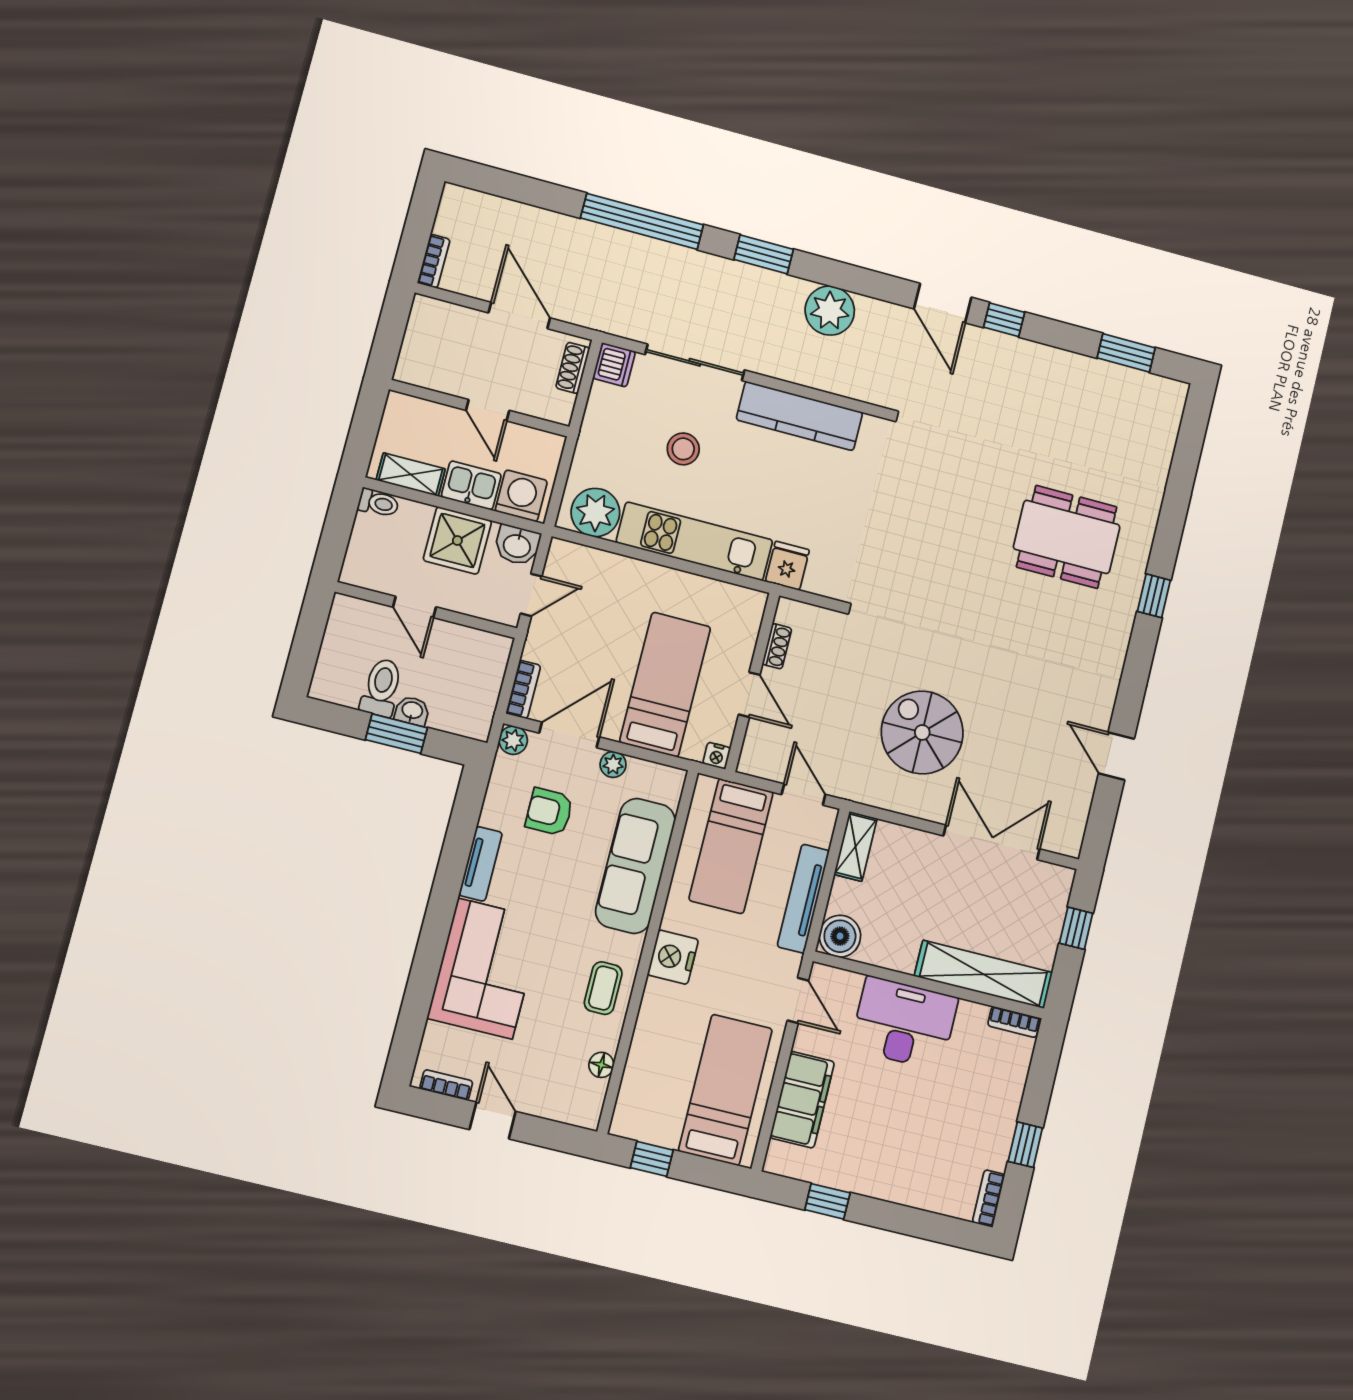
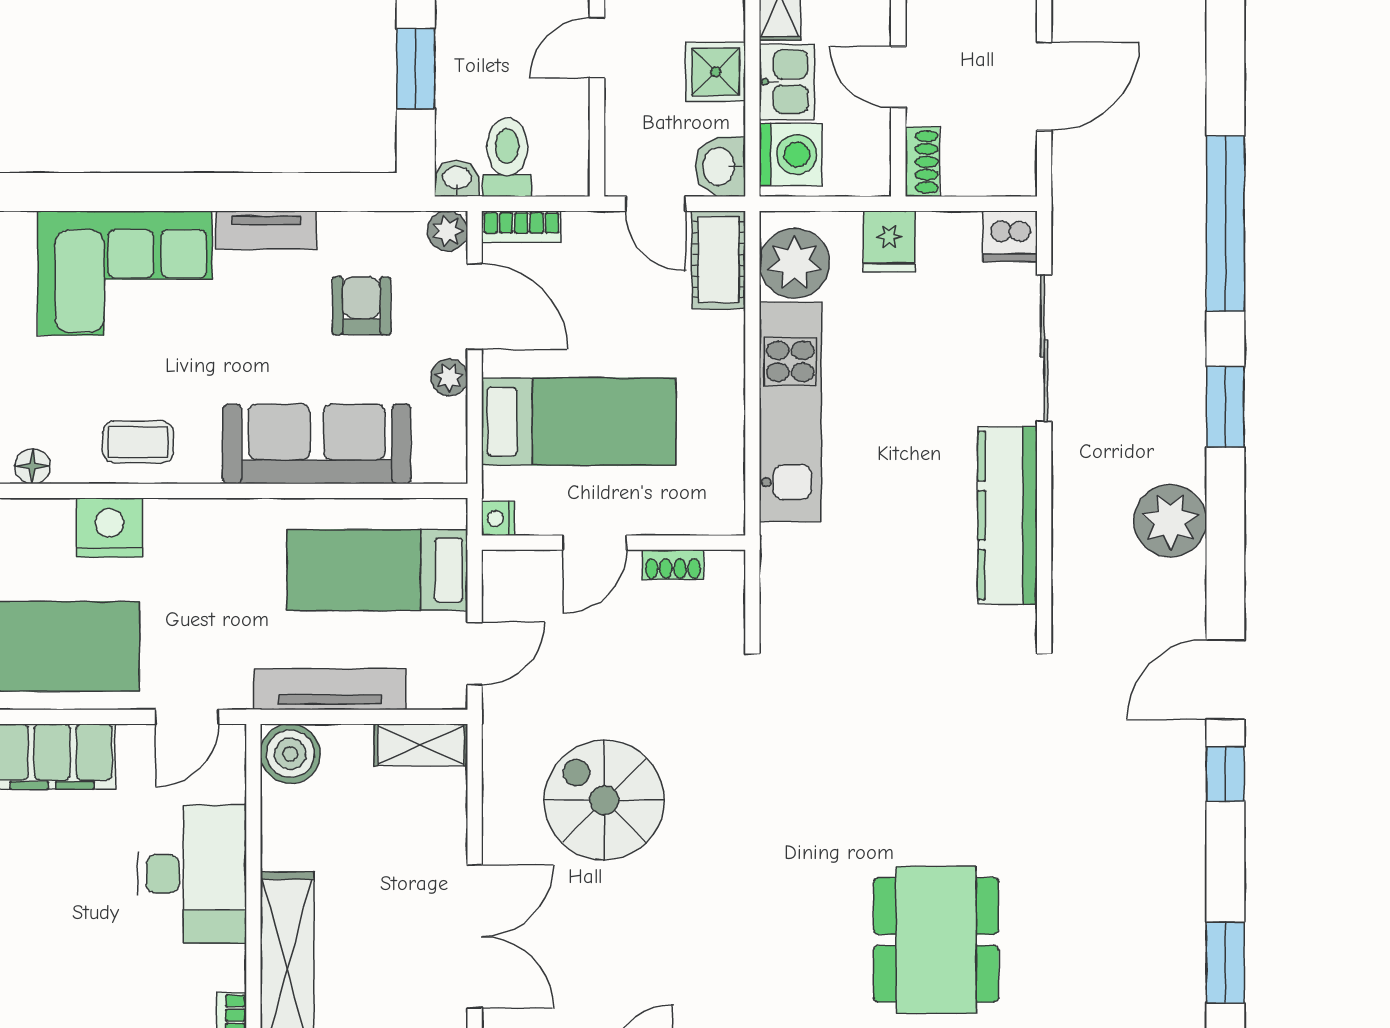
shoe rack: (573, 368) -> (922, 162), moved, turned 90
door: (488, 410) -> (898, 77), hinge flipped
stool: (683, 449) -> (917, 363), removed
shower: (457, 540) -> (716, 72), width x0.73, depth x0.73
cot: (580, 562) -> (719, 260), added
fridge: (787, 566) -> (889, 242), moved, turned 90
toilet: (382, 688) -> (507, 157), moved, turned -90
washbasin: (412, 711) -> (457, 179), moved, turned -90
spiral stairs: (922, 732) -> (604, 800), turned -90
nightstand: (673, 957) -> (109, 528), moved

